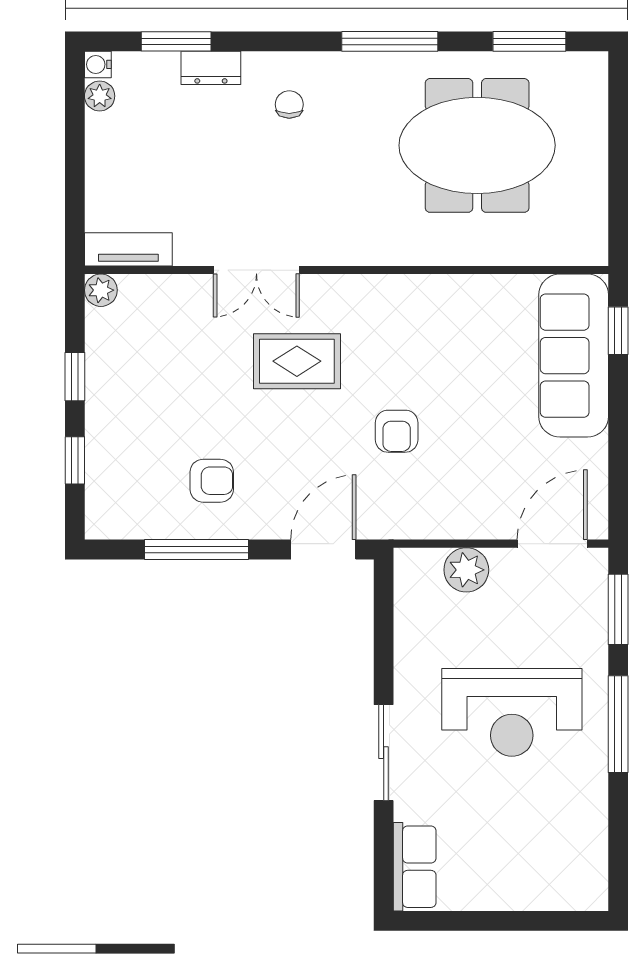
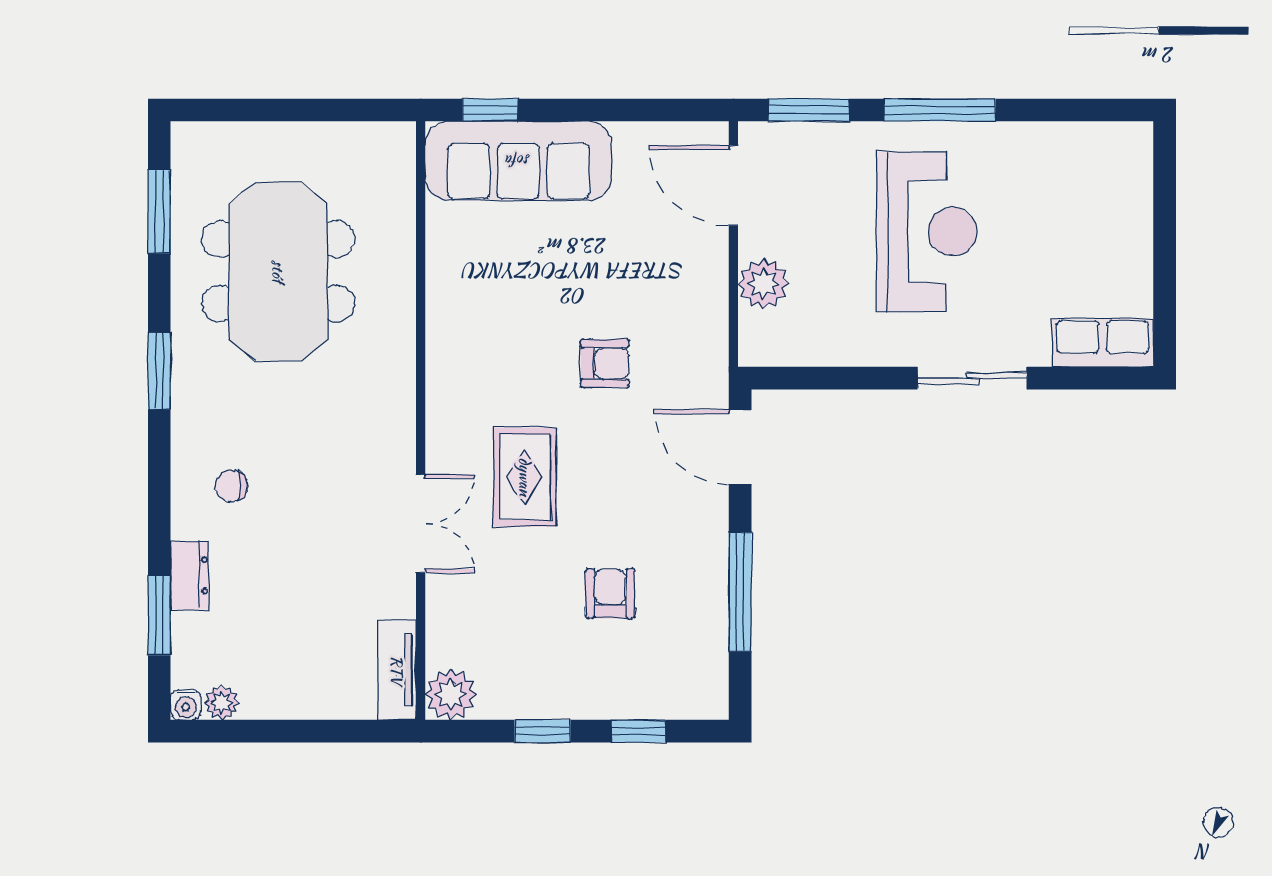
window: (390, 41) -> (159, 371), width x0.69
plant: (101, 290) -> (451, 694), width x1.38, depth x1.38
armchair: (212, 481) -> (610, 594), moved

